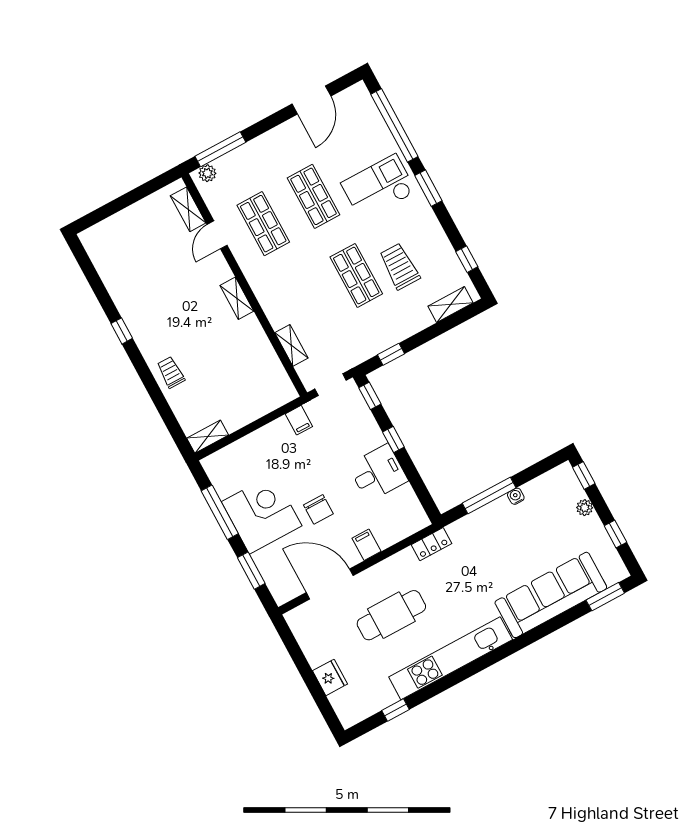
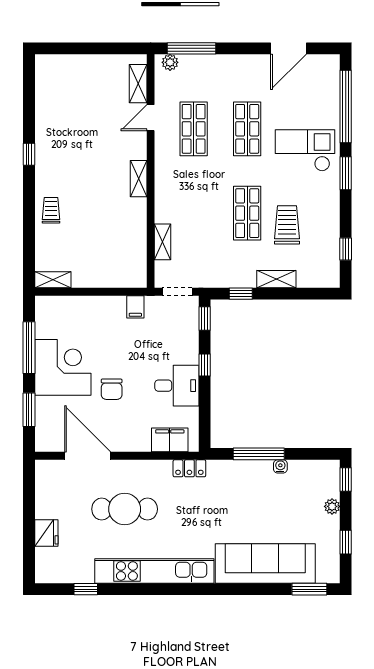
shelving: (450, 304) -> (276, 279), moved
filing cabinet: (367, 545) -> (170, 440), moved, width x2.00

